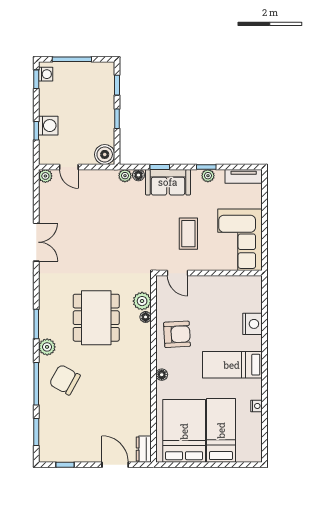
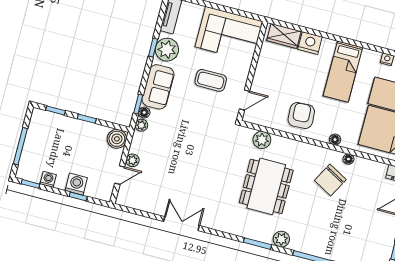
washing machine: (46, 74) -> (48, 179), moved
window: (160, 167) -> (138, 104), moved
plant: (45, 176) -> (133, 160), moved
plant: (208, 176) -> (167, 50), width x1.87, depth x1.87
wardrobe: (253, 296) -> (284, 36), added
floor lamp: (146, 317) -> (348, 159), moved
dining table: (96, 318) -> (266, 186), turned 90
chair: (65, 380) -> (330, 180), moved

